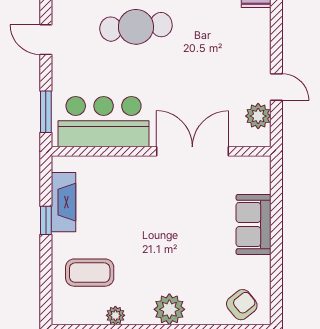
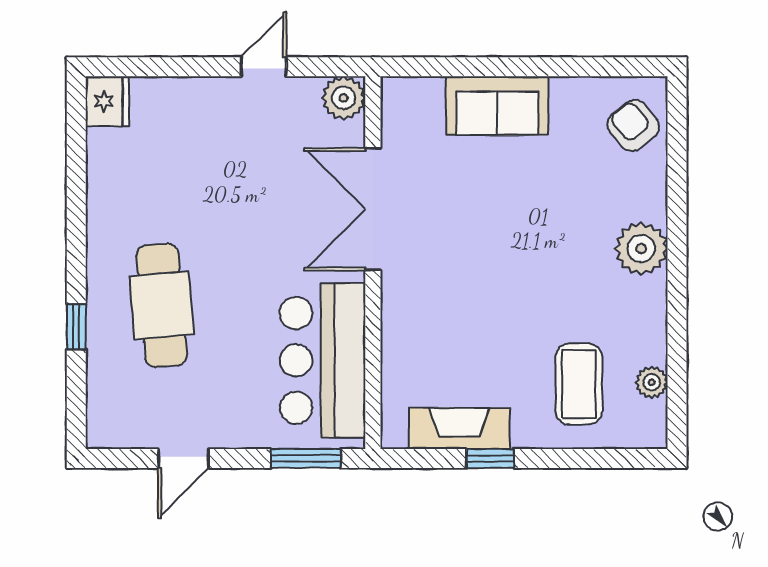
plant: (258, 116) -> (344, 98), moved
plant: (115, 315) -> (652, 382), moved

